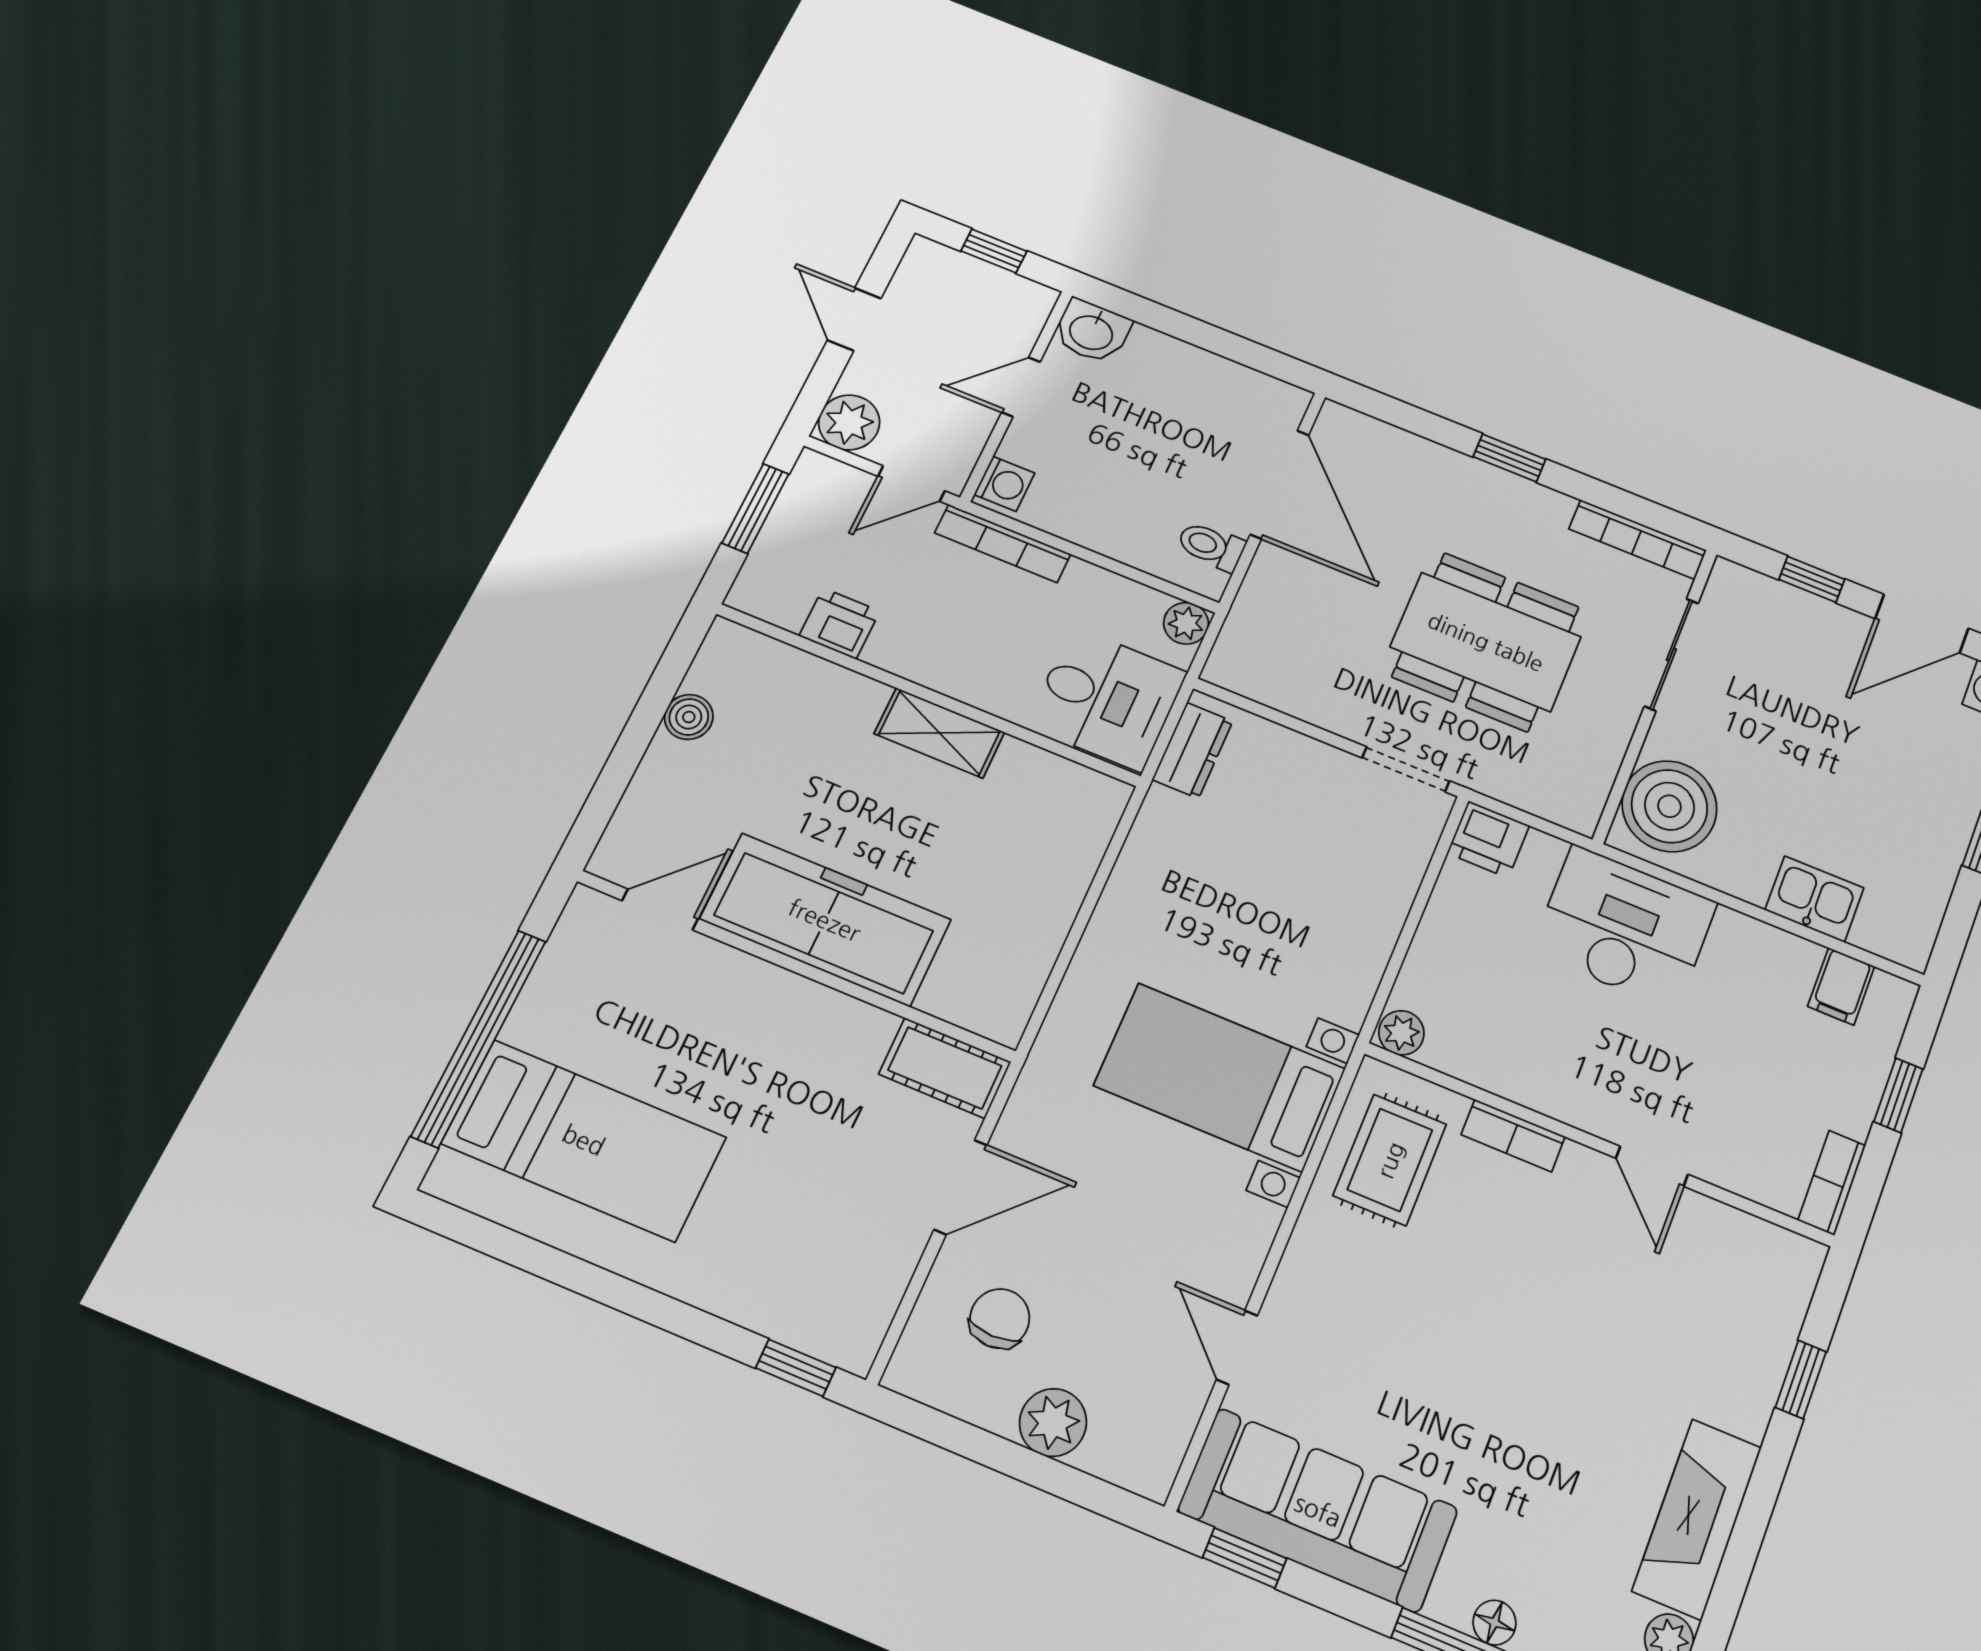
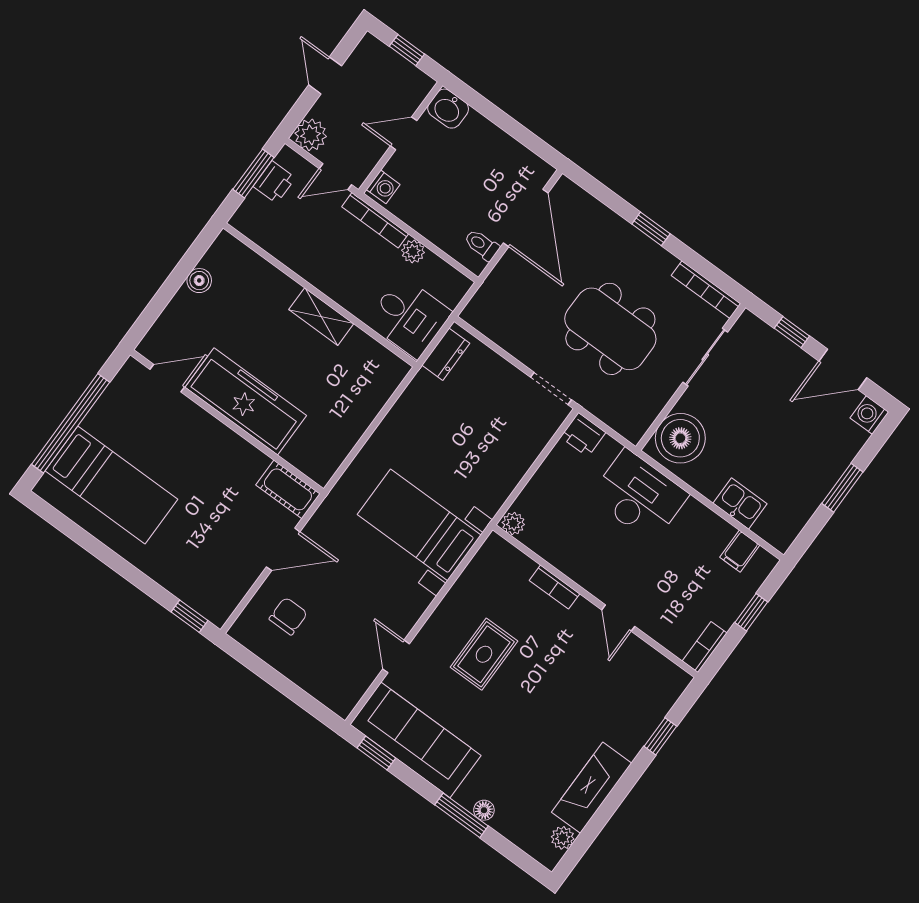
plant: (1186, 623) -> (413, 251), moved
printer: (839, 624) -> (274, 182), moved, turned 90
rug: (1390, 1160) -> (484, 654), moved
plant: (1053, 1422) -> (302, 670), removed

